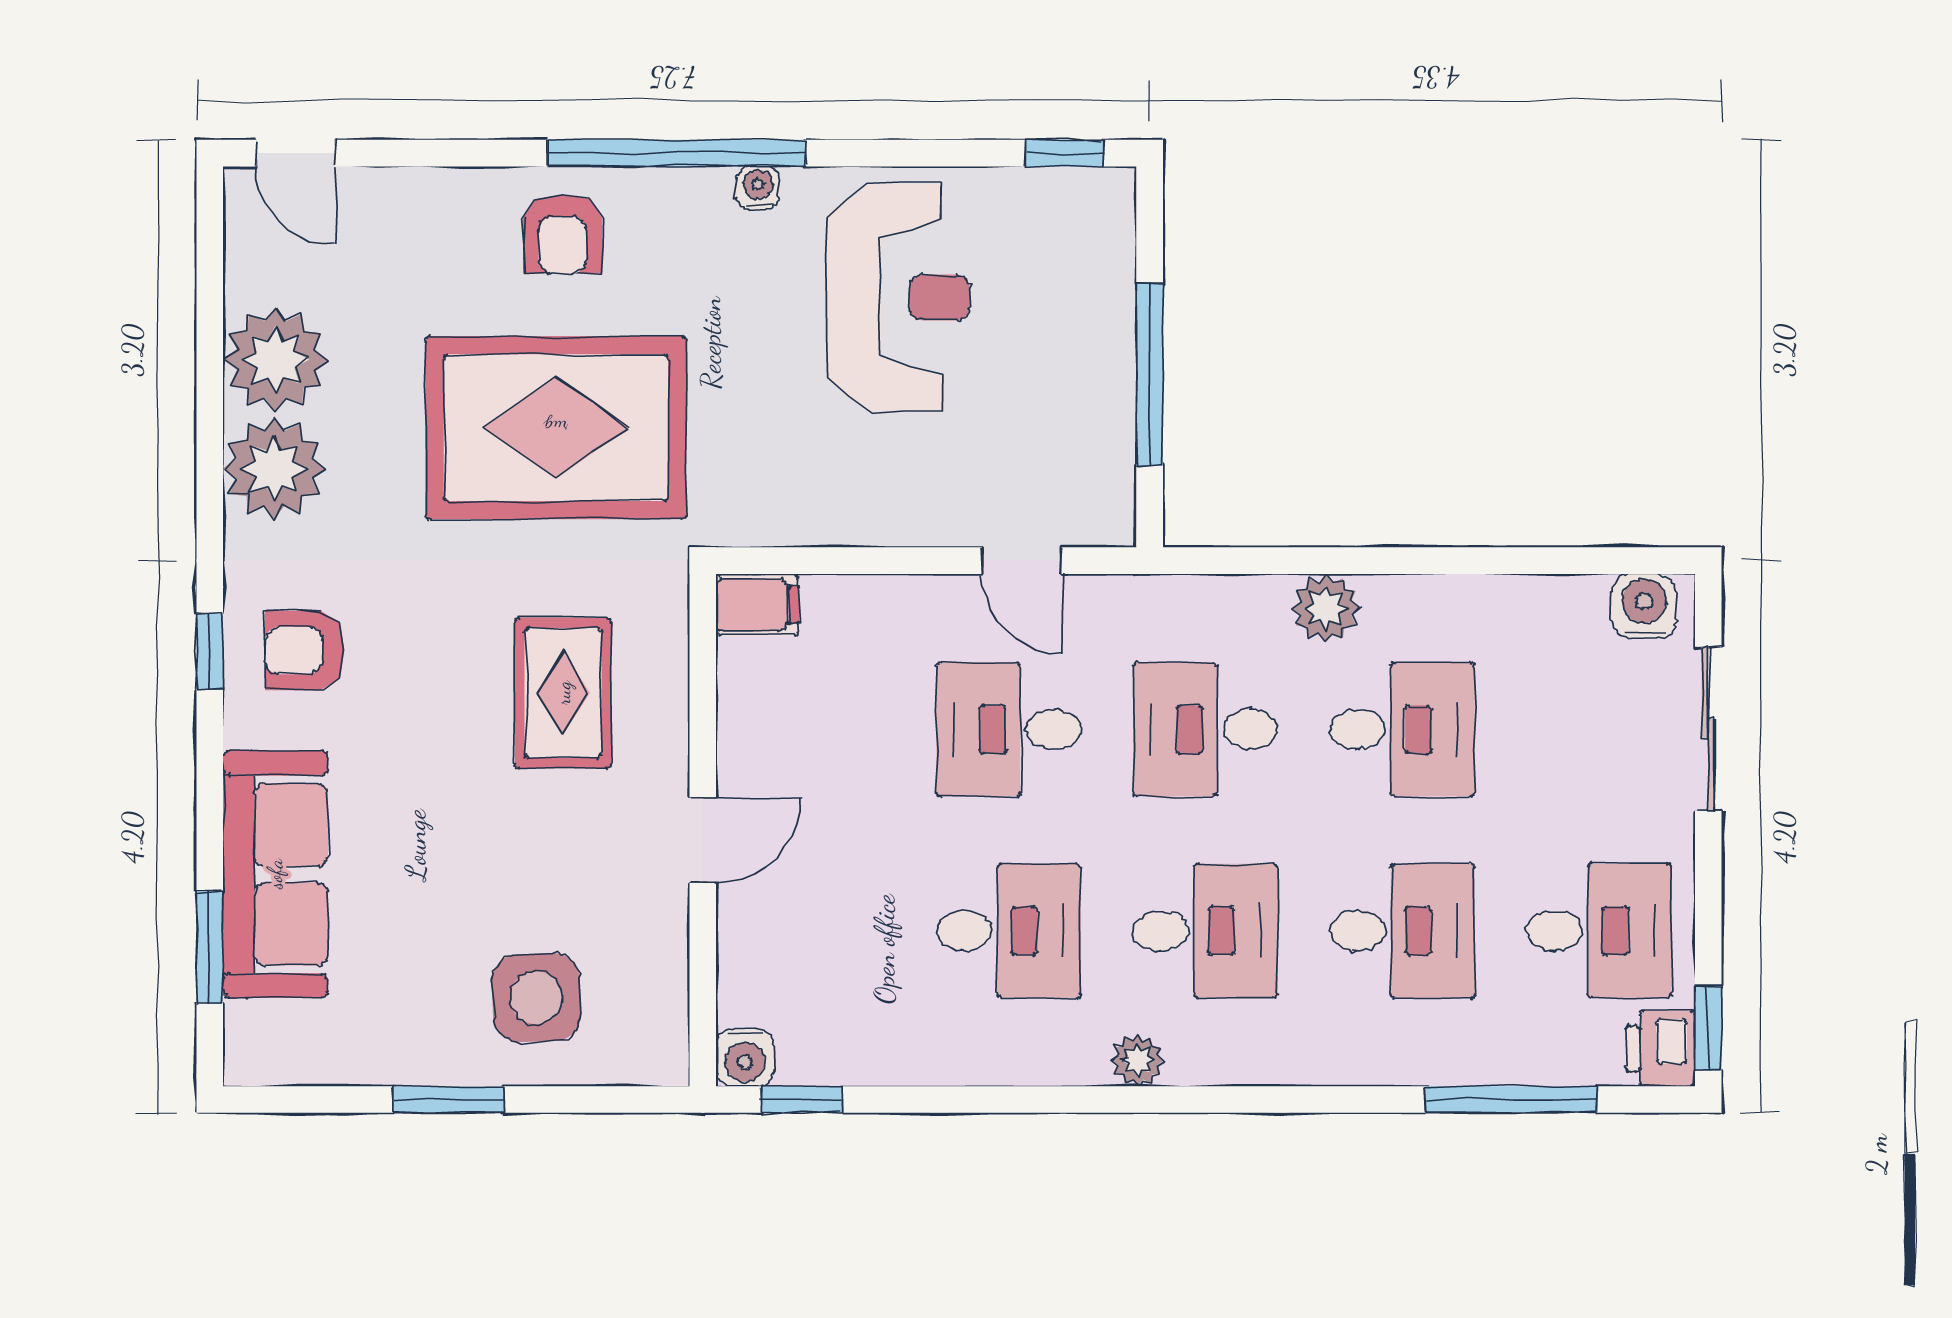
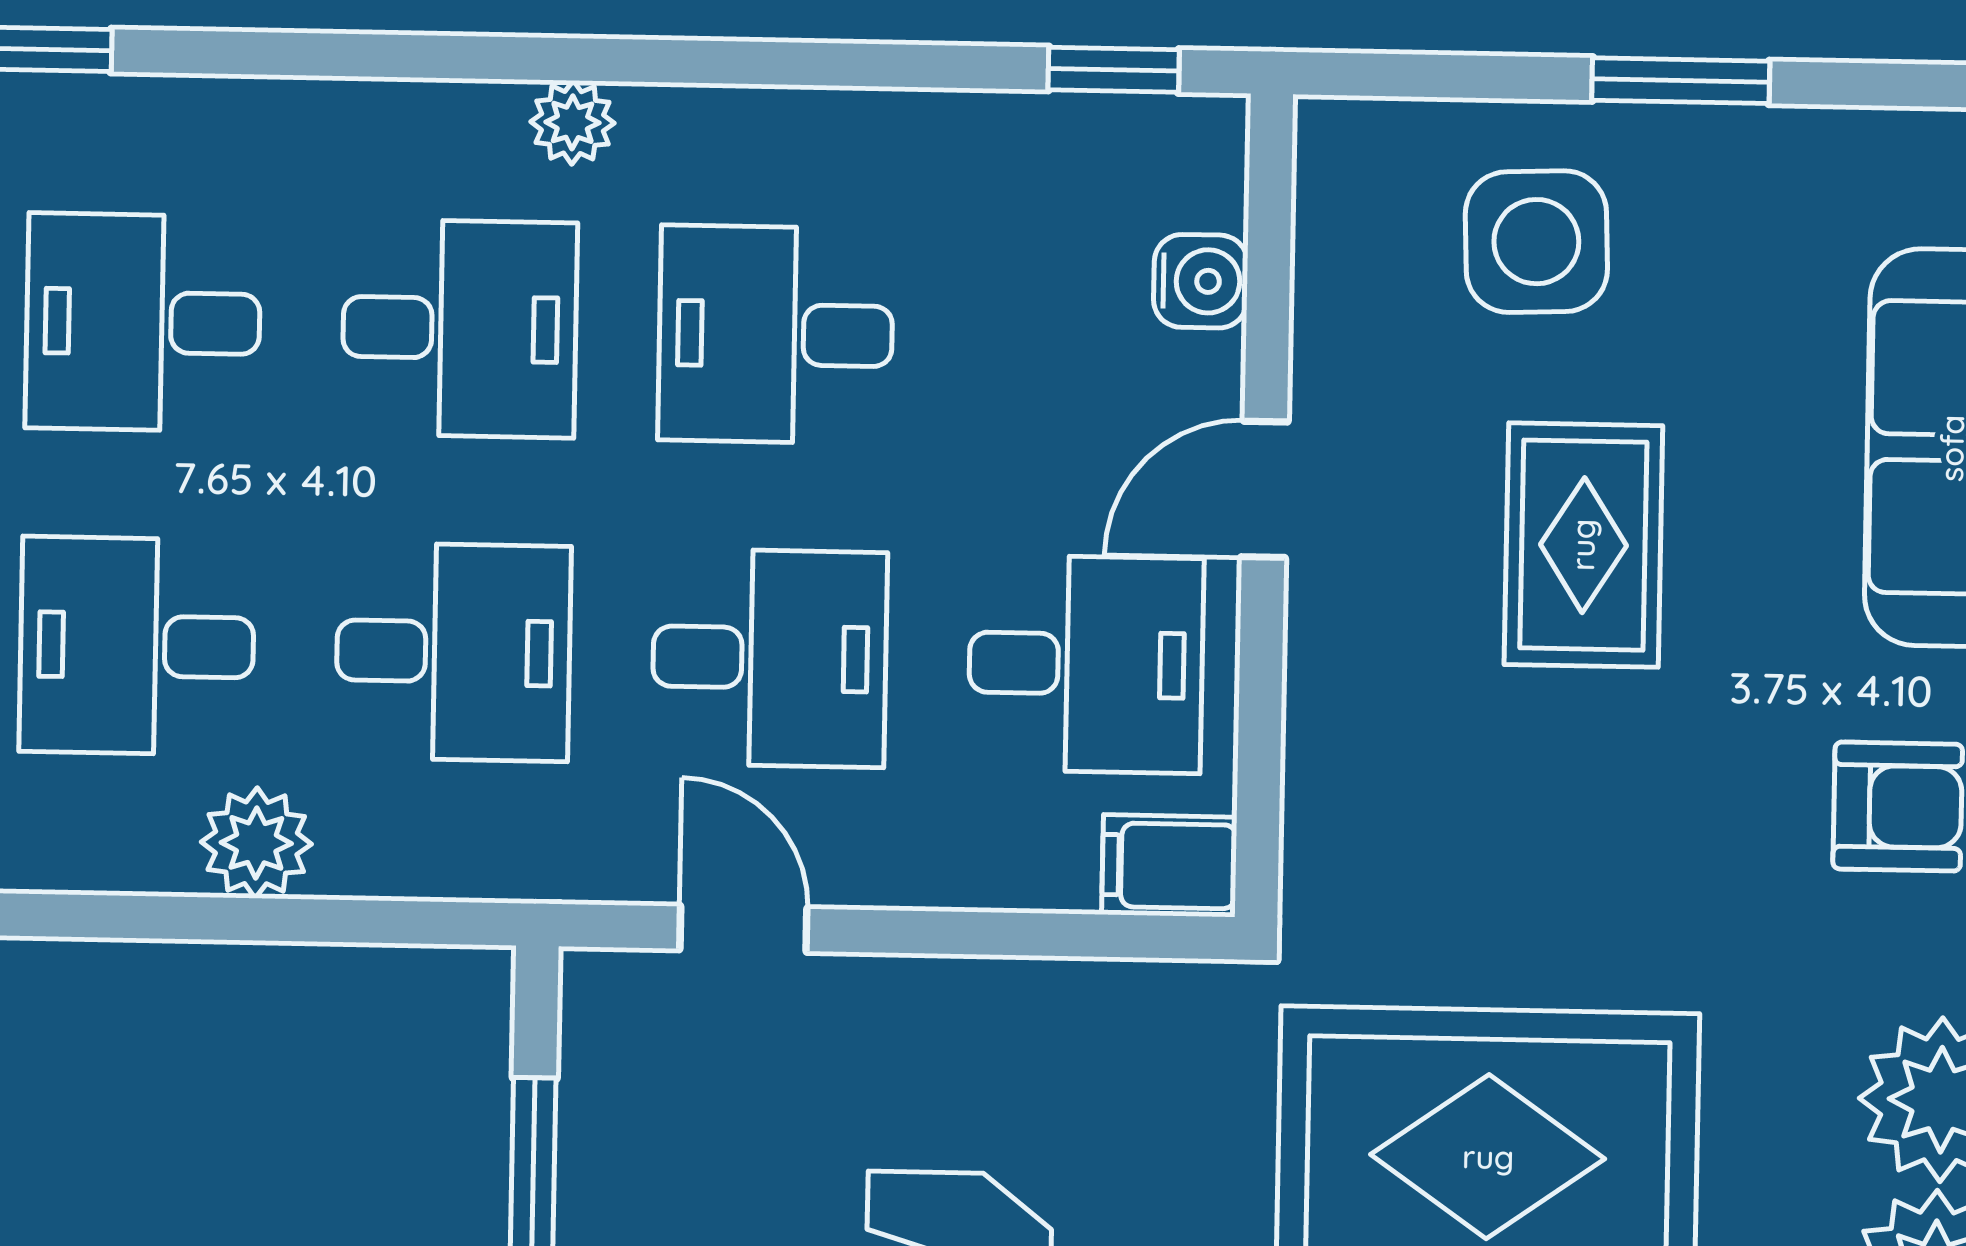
rug: (563, 693) -> (1583, 545), moved
desk: (812, 729) -> (1086, 664), added
desk: (1205, 931) -> (459, 328), turned 180
water cooler: (745, 1057) -> (1201, 281), moved, turned 90

